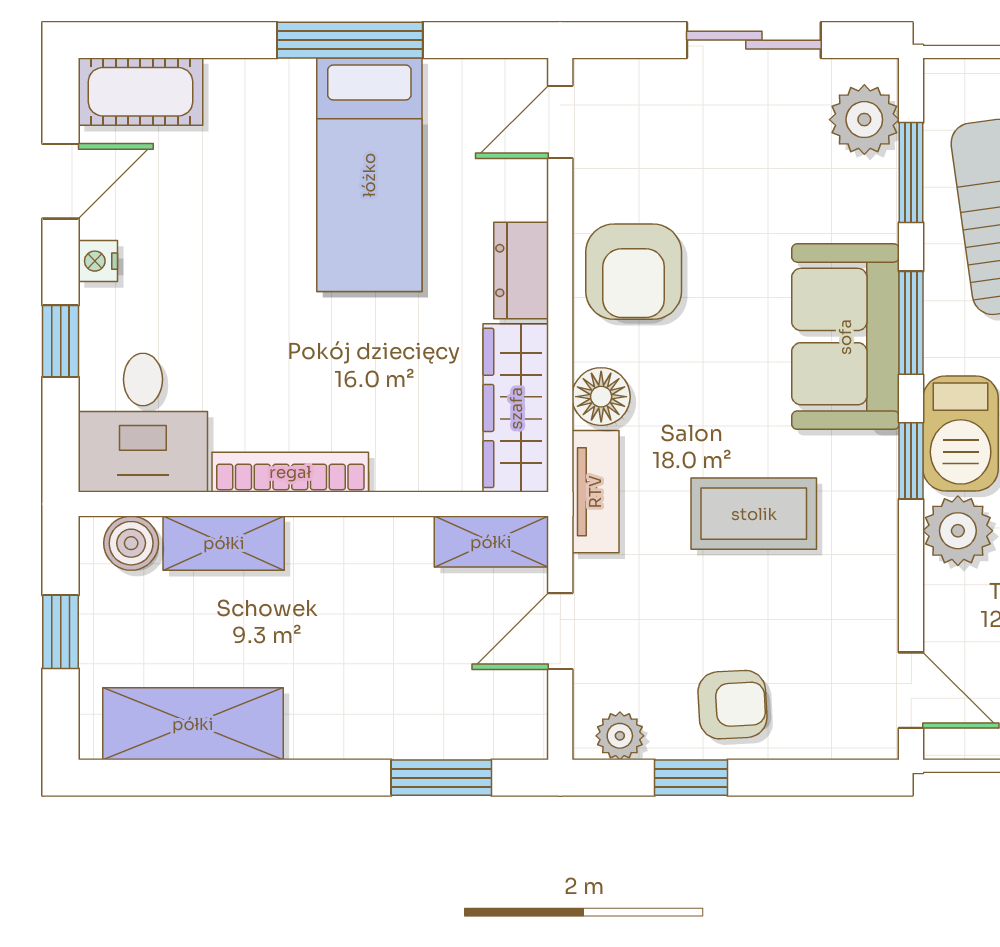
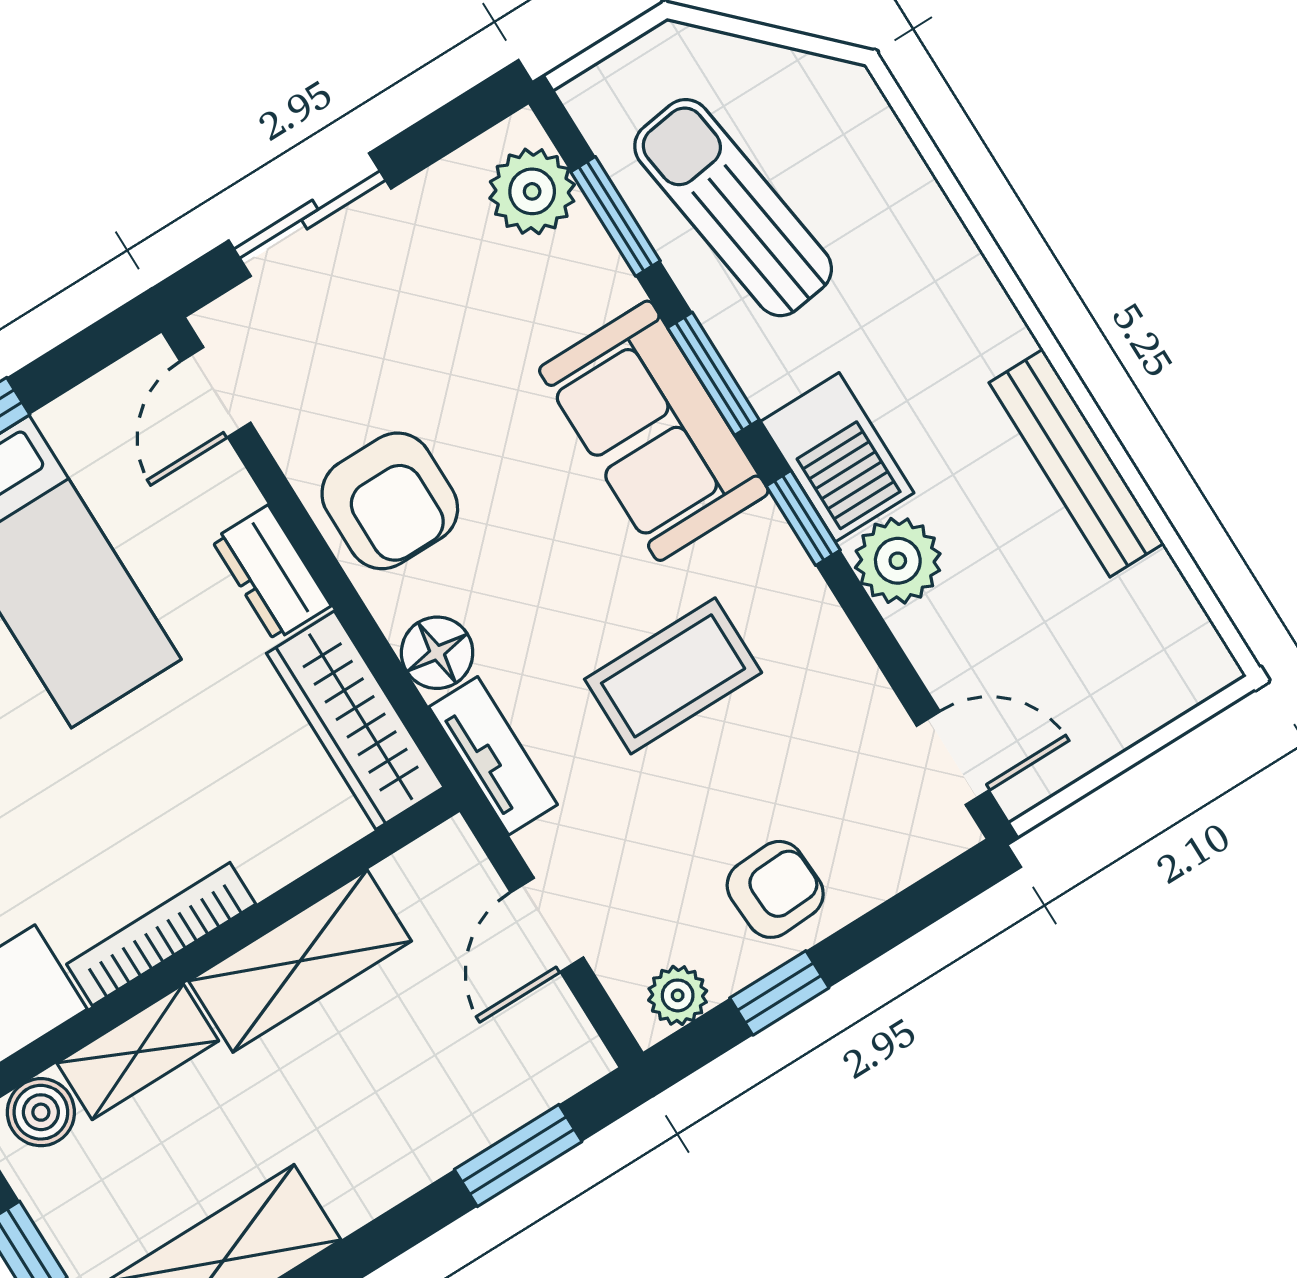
sliding door: (754, 40) -> (310, 215), moved
shelving: (491, 542) -> (300, 961), moved, width x1.50, depth x1.33

